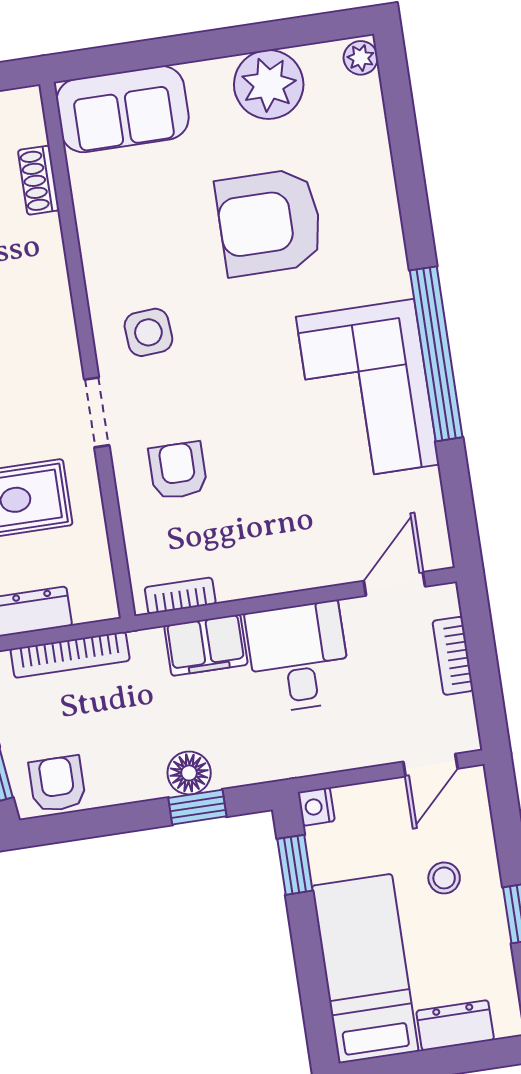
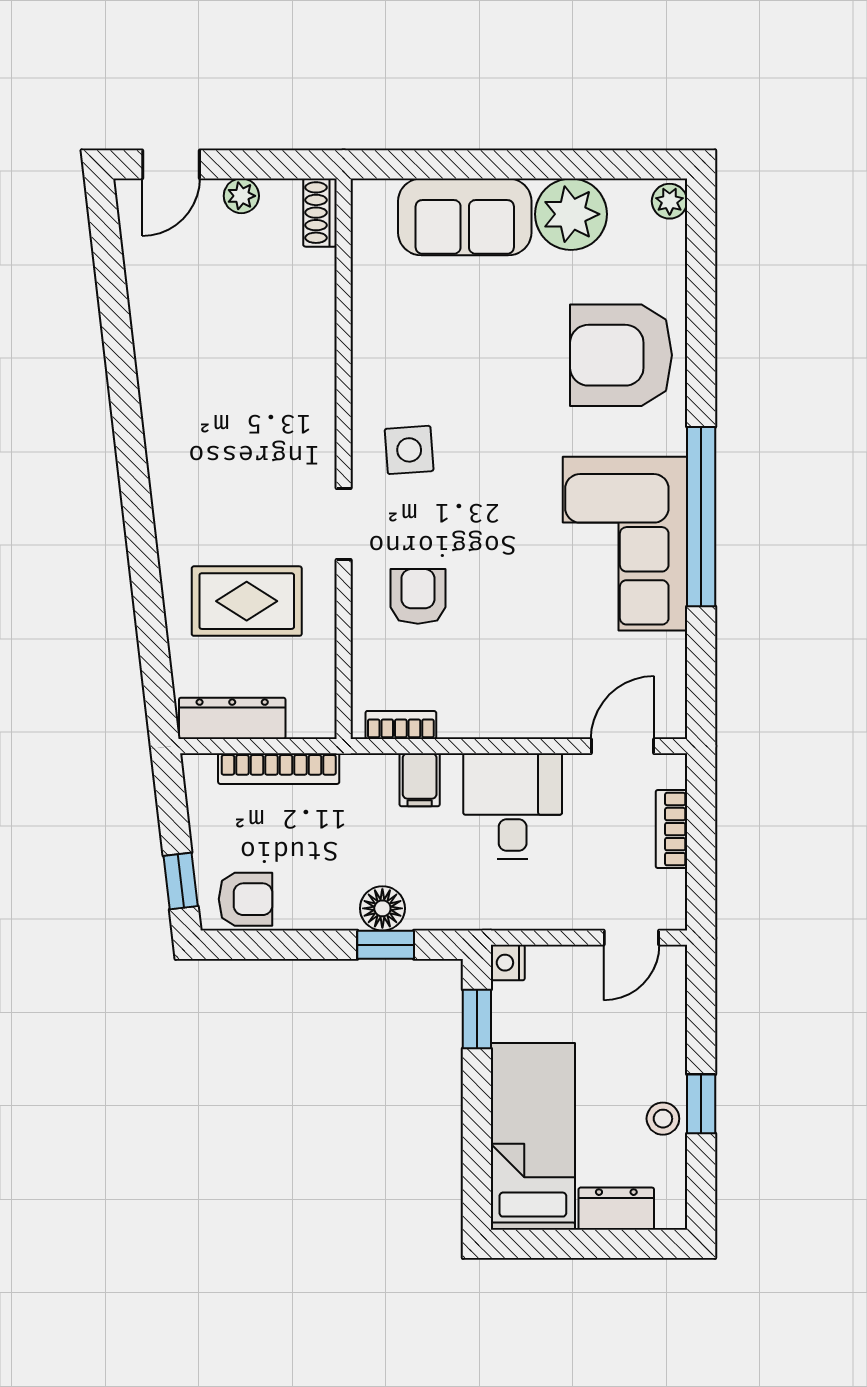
sofa: (123, 109) -> (465, 217), moved
shoe rack: (39, 180) -> (320, 213), moved
armchair: (269, 222) -> (621, 355), moved
filing cabinet: (206, 645) -> (420, 780), width x0.50
armchair: (57, 784) -> (245, 899), turned 90
stool: (444, 878) -> (663, 1119), moved

